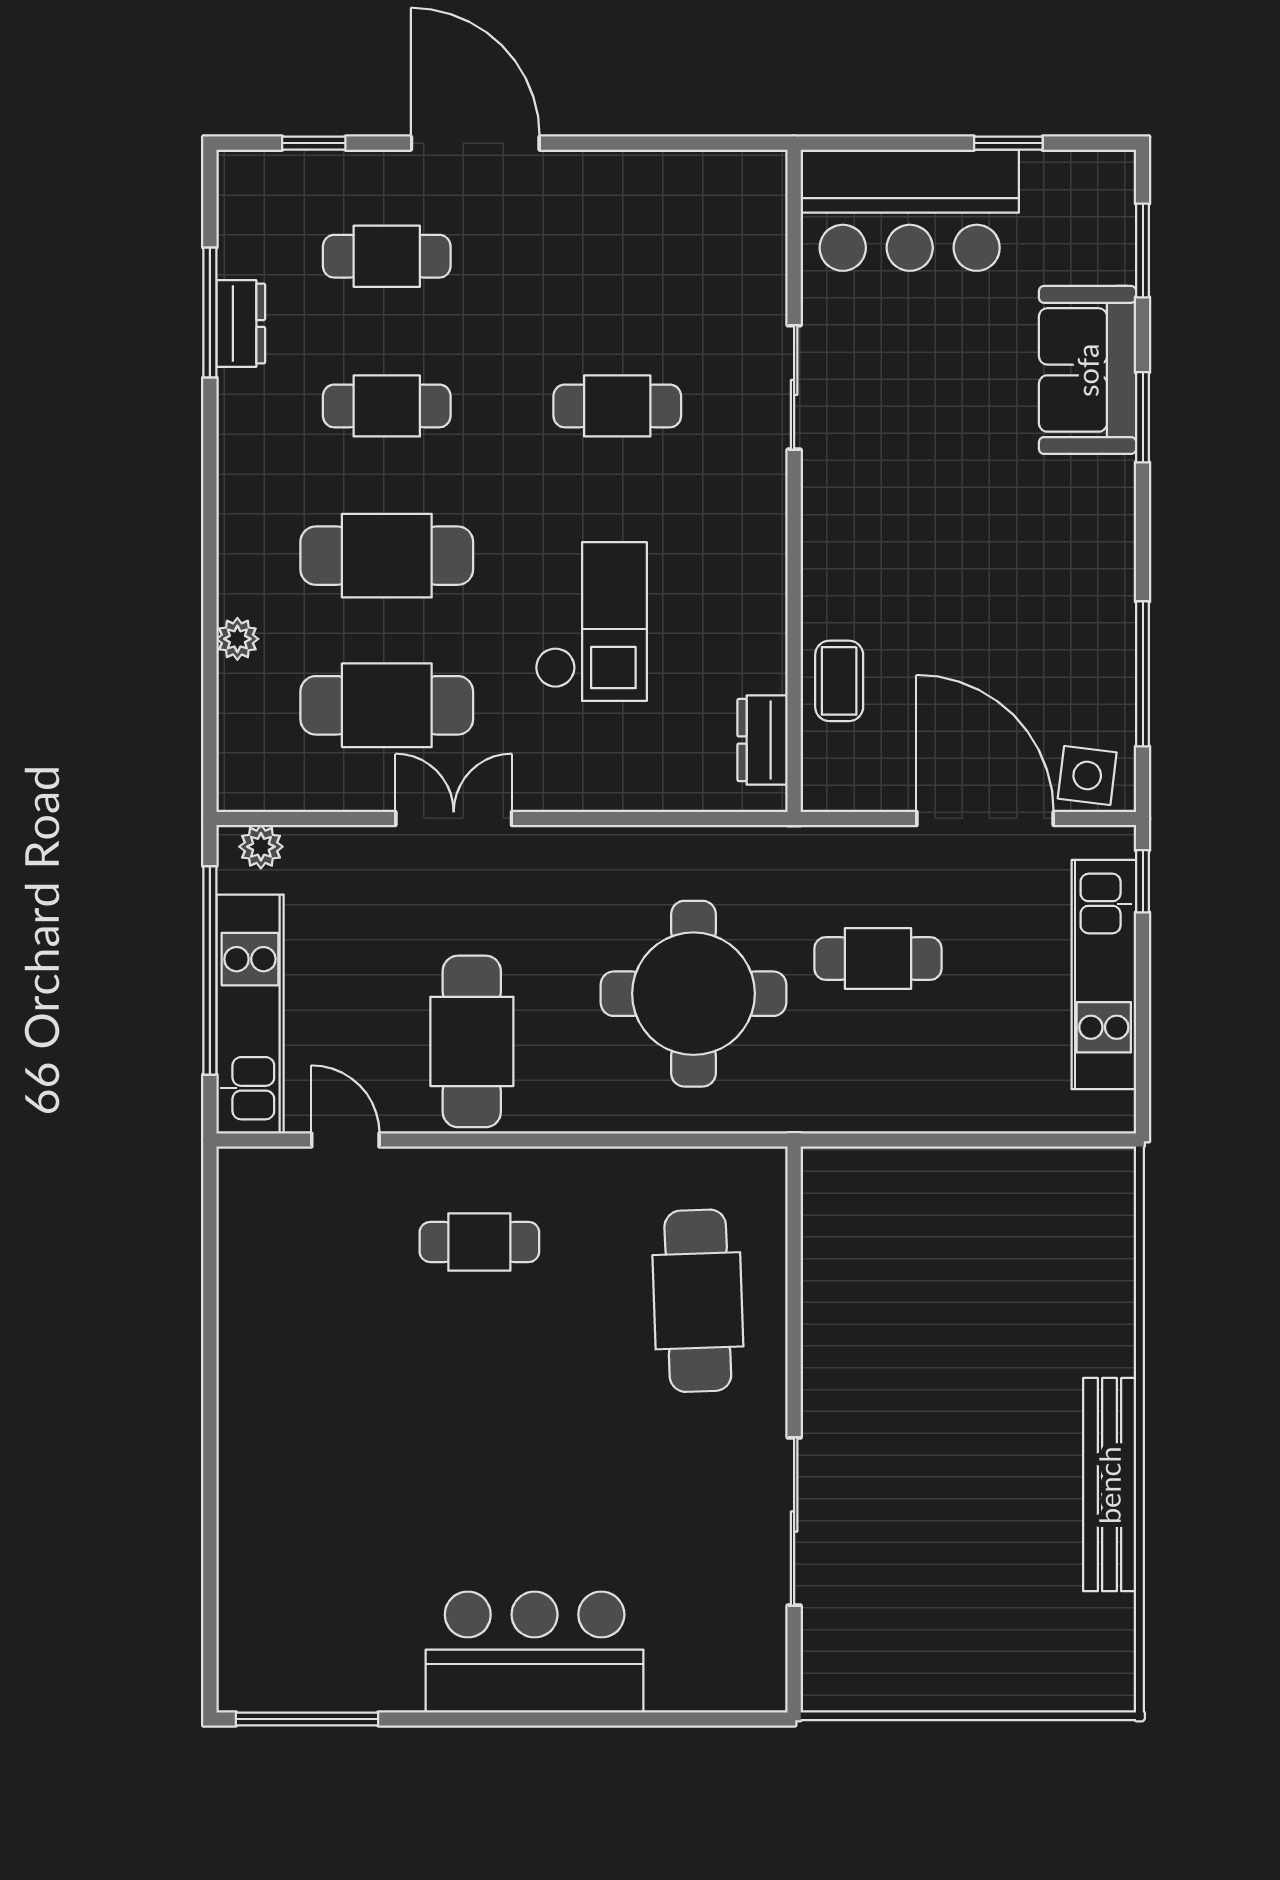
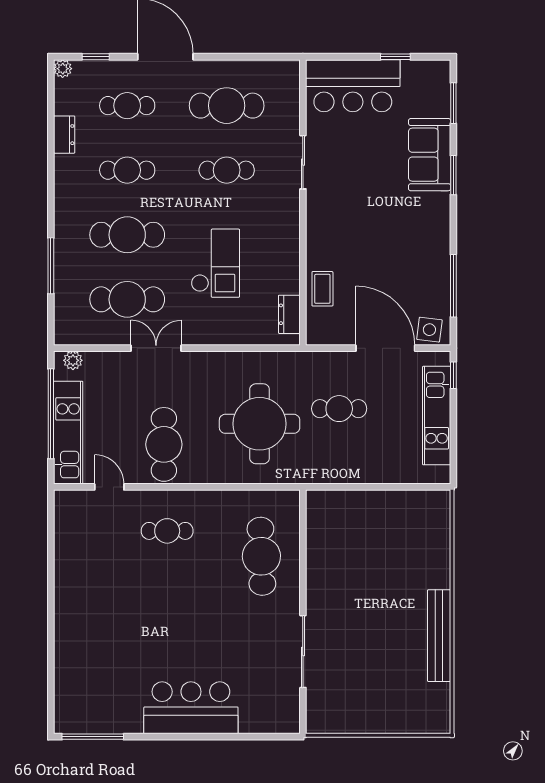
cafe table: (617, 256) -> (227, 106), added
window: (210, 313) -> (51, 266), moved
plant: (237, 639) -> (63, 69), moved

